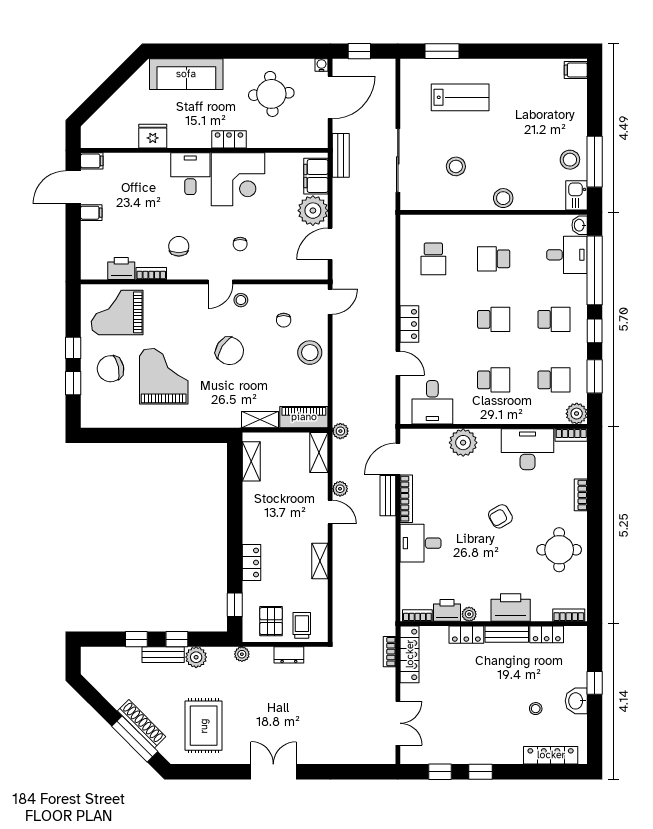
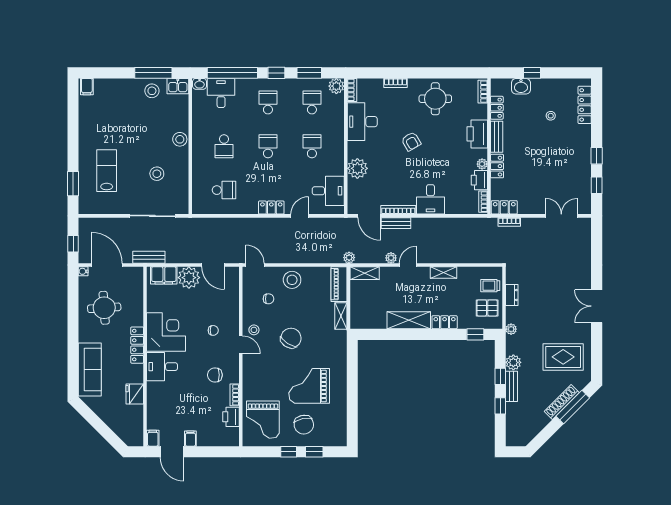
locker: (229, 139) -> (137, 345), width x1.53
shelving: (251, 461) -> (409, 320), moved, width x1.50, depth x1.33
locker: (410, 654) -> (504, 207), width x0.66
washbasin: (576, 701) -> (521, 86), moved

